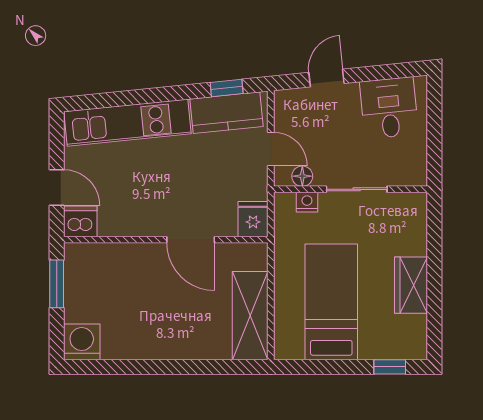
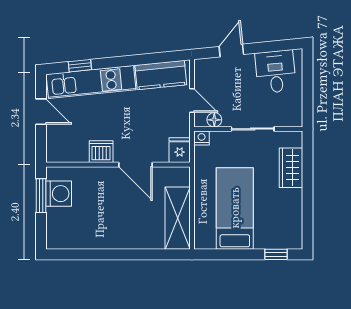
window: (227, 88) -> (80, 66), moved
door: (57, 187) -> (41, 112), moved
nightstand: (307, 202) -> (202, 138), moved
dishwasher: (80, 221) -> (101, 152), moved
wardrobe: (411, 285) -> (291, 168), moved
washing machine: (82, 342) -> (59, 194), moved, turned 90

